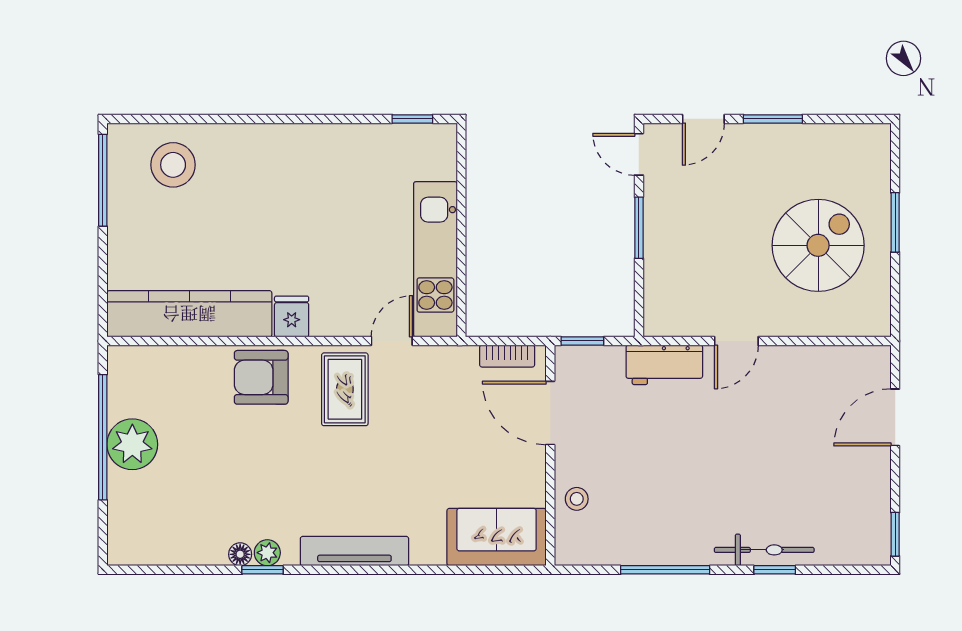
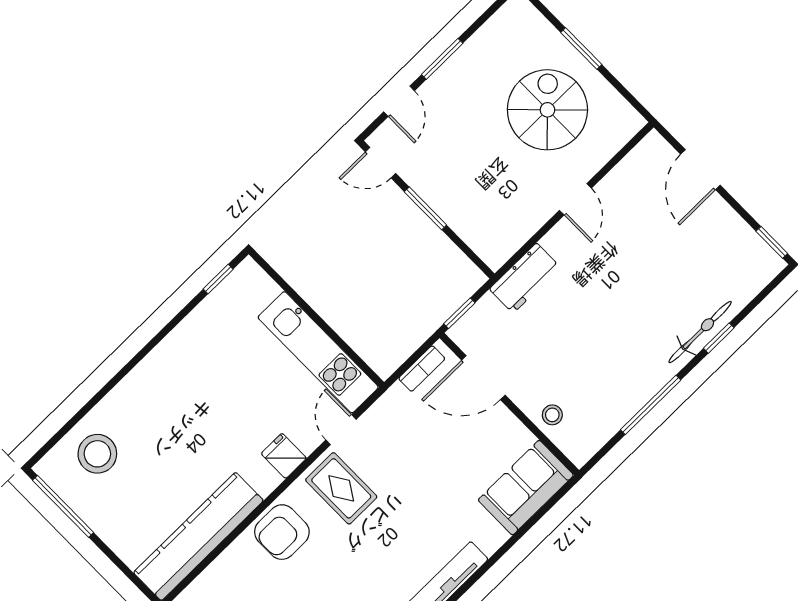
fridge: (292, 316) -> (284, 456), moved
door: (736, 341) -> (575, 199), moved

